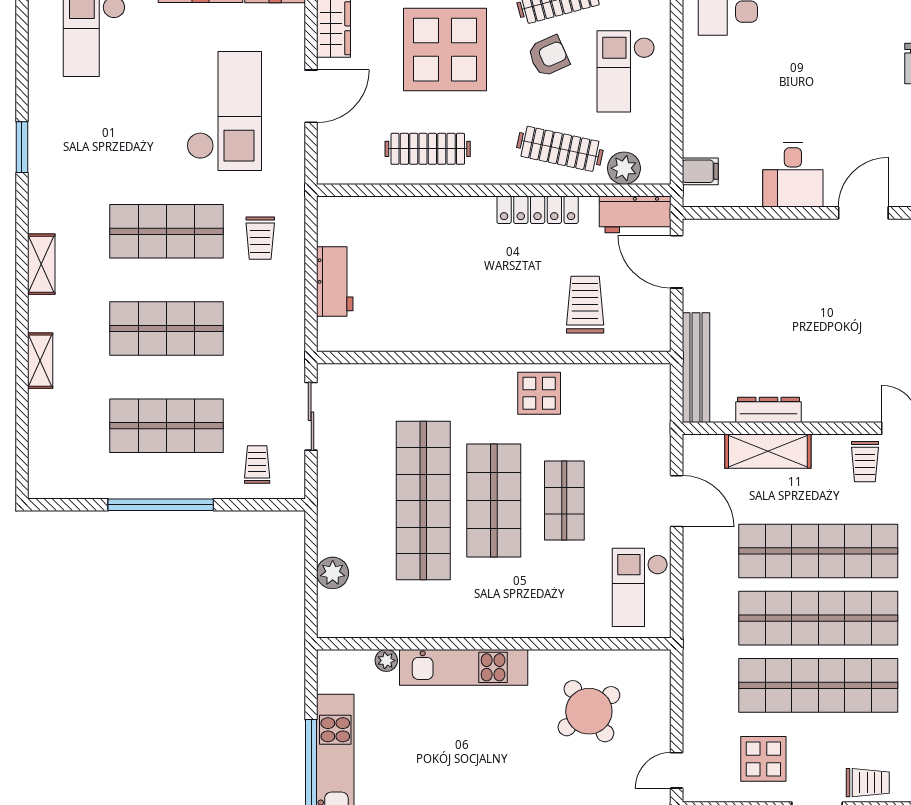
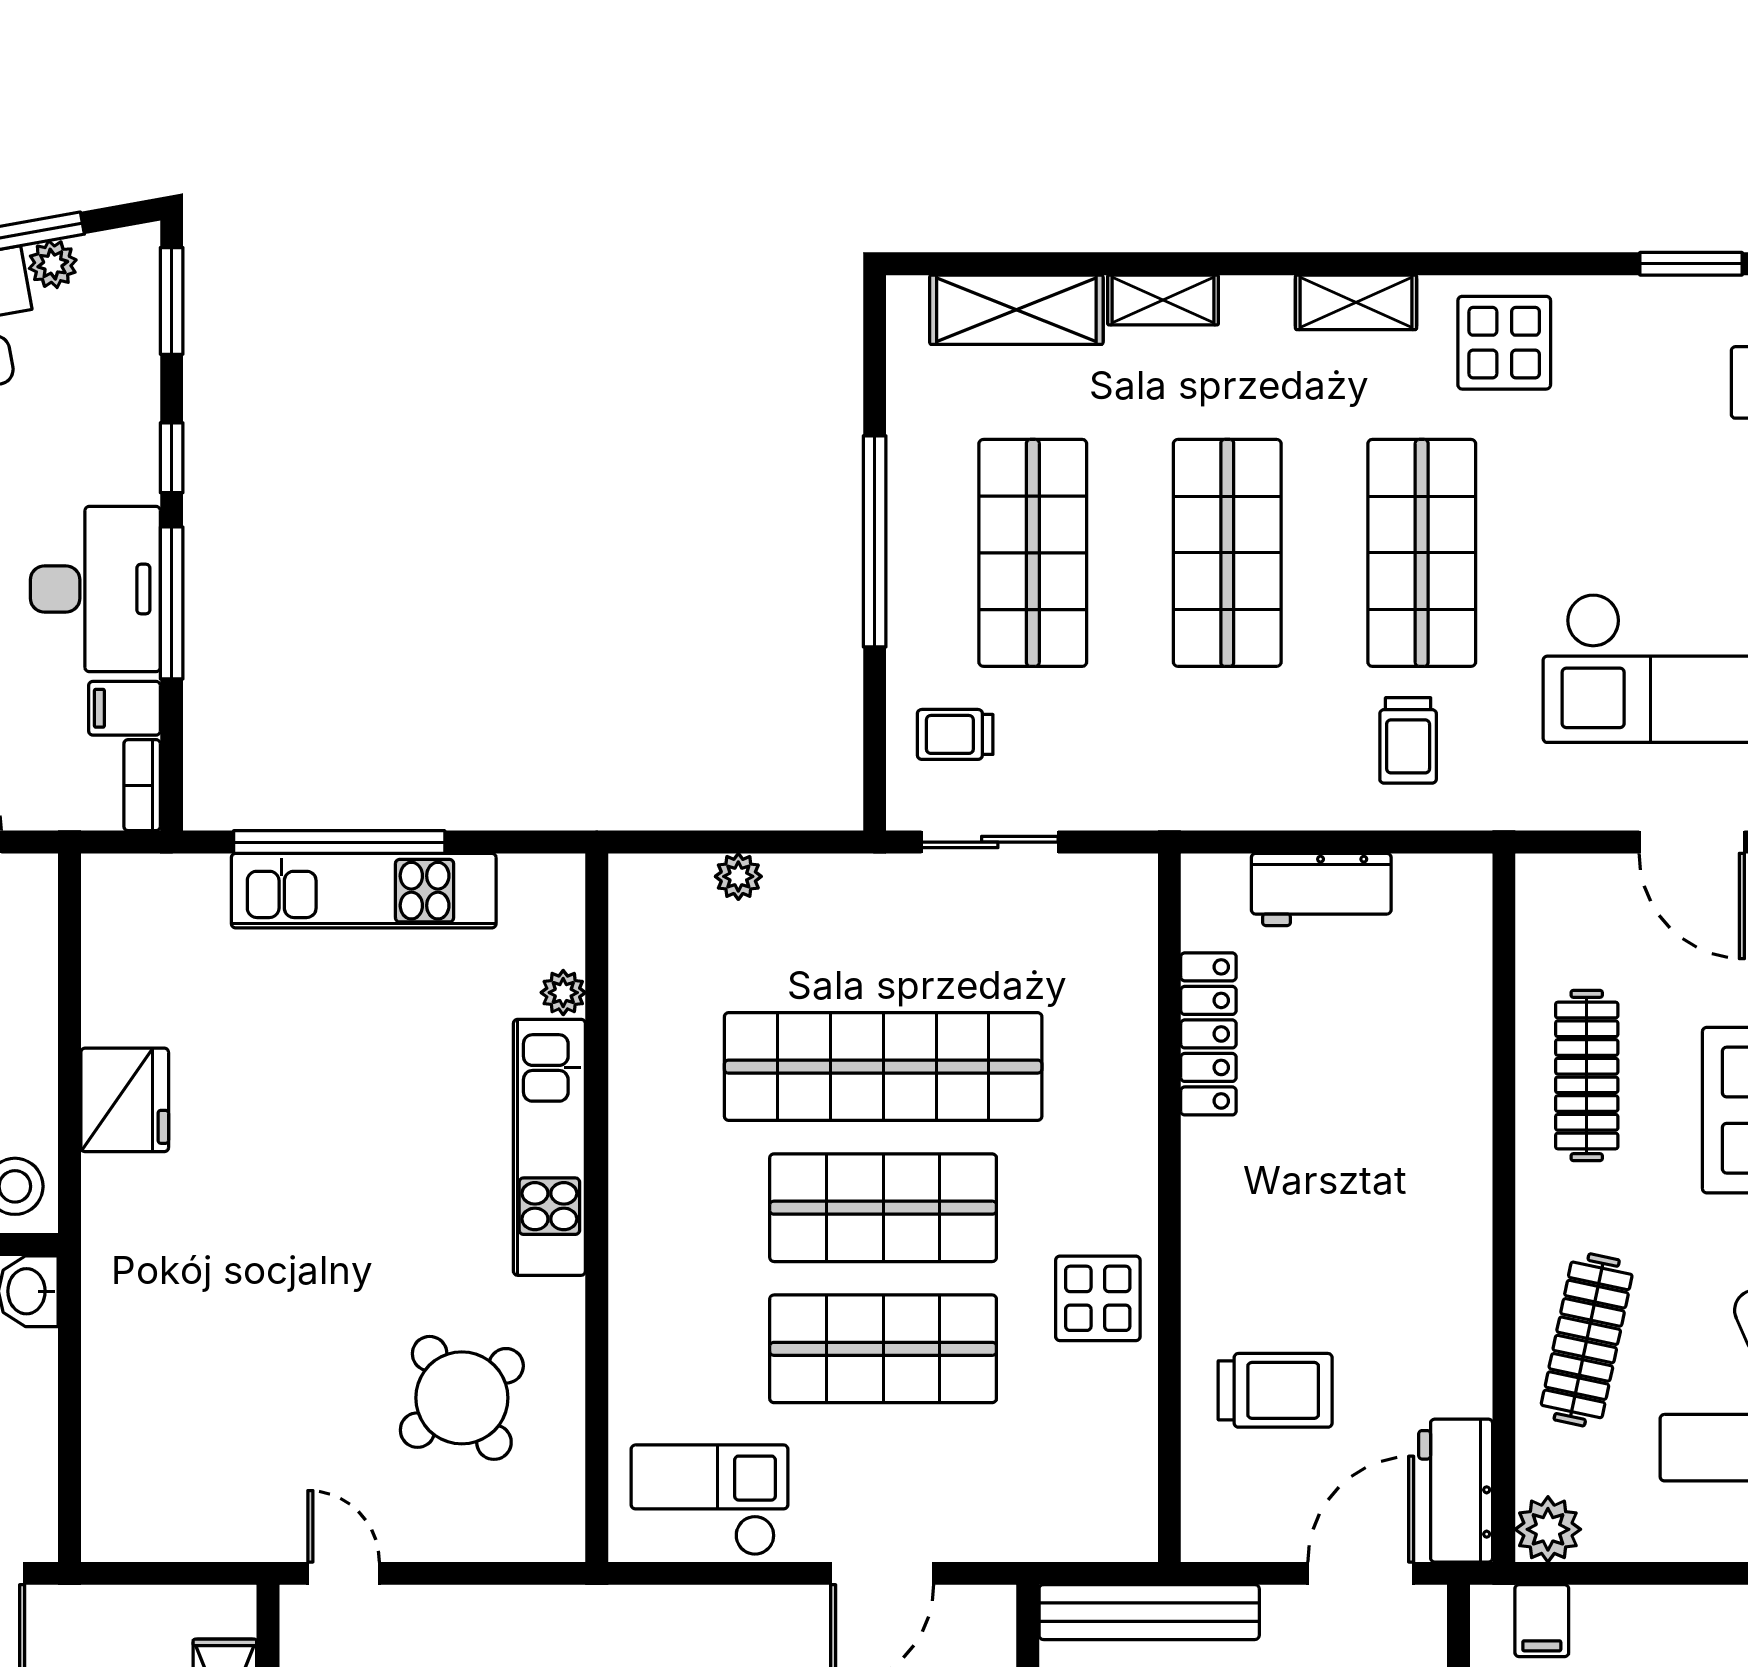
window: (22, 147) -> (1691, 264), moved
plant: (624, 168) -> (1548, 1529), moved
display table: (61, 190) -> (1504, 343), added
locker: (538, 210) -> (1208, 1034), moved, turned 180
trolley: (260, 238) -> (1408, 740), turned -90
sliding door: (311, 416) -> (990, 842), moved
shelving: (45, 434) -> (1016, 310), added
trolley: (257, 465) -> (955, 734), turned 180
shop shelf: (564, 501) -> (883, 1349), width x1.43, depth x1.36
plant: (333, 573) -> (738, 876), width x0.73, depth x0.73

